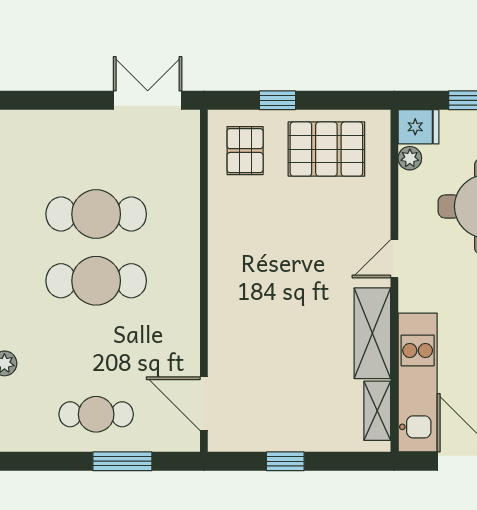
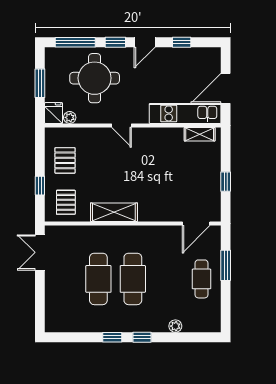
pallet: (326, 149) -> (65, 160), width x0.67, depth x0.71
pallet: (245, 151) -> (66, 202), turned 90
shelving: (372, 333) -> (114, 212), moved

